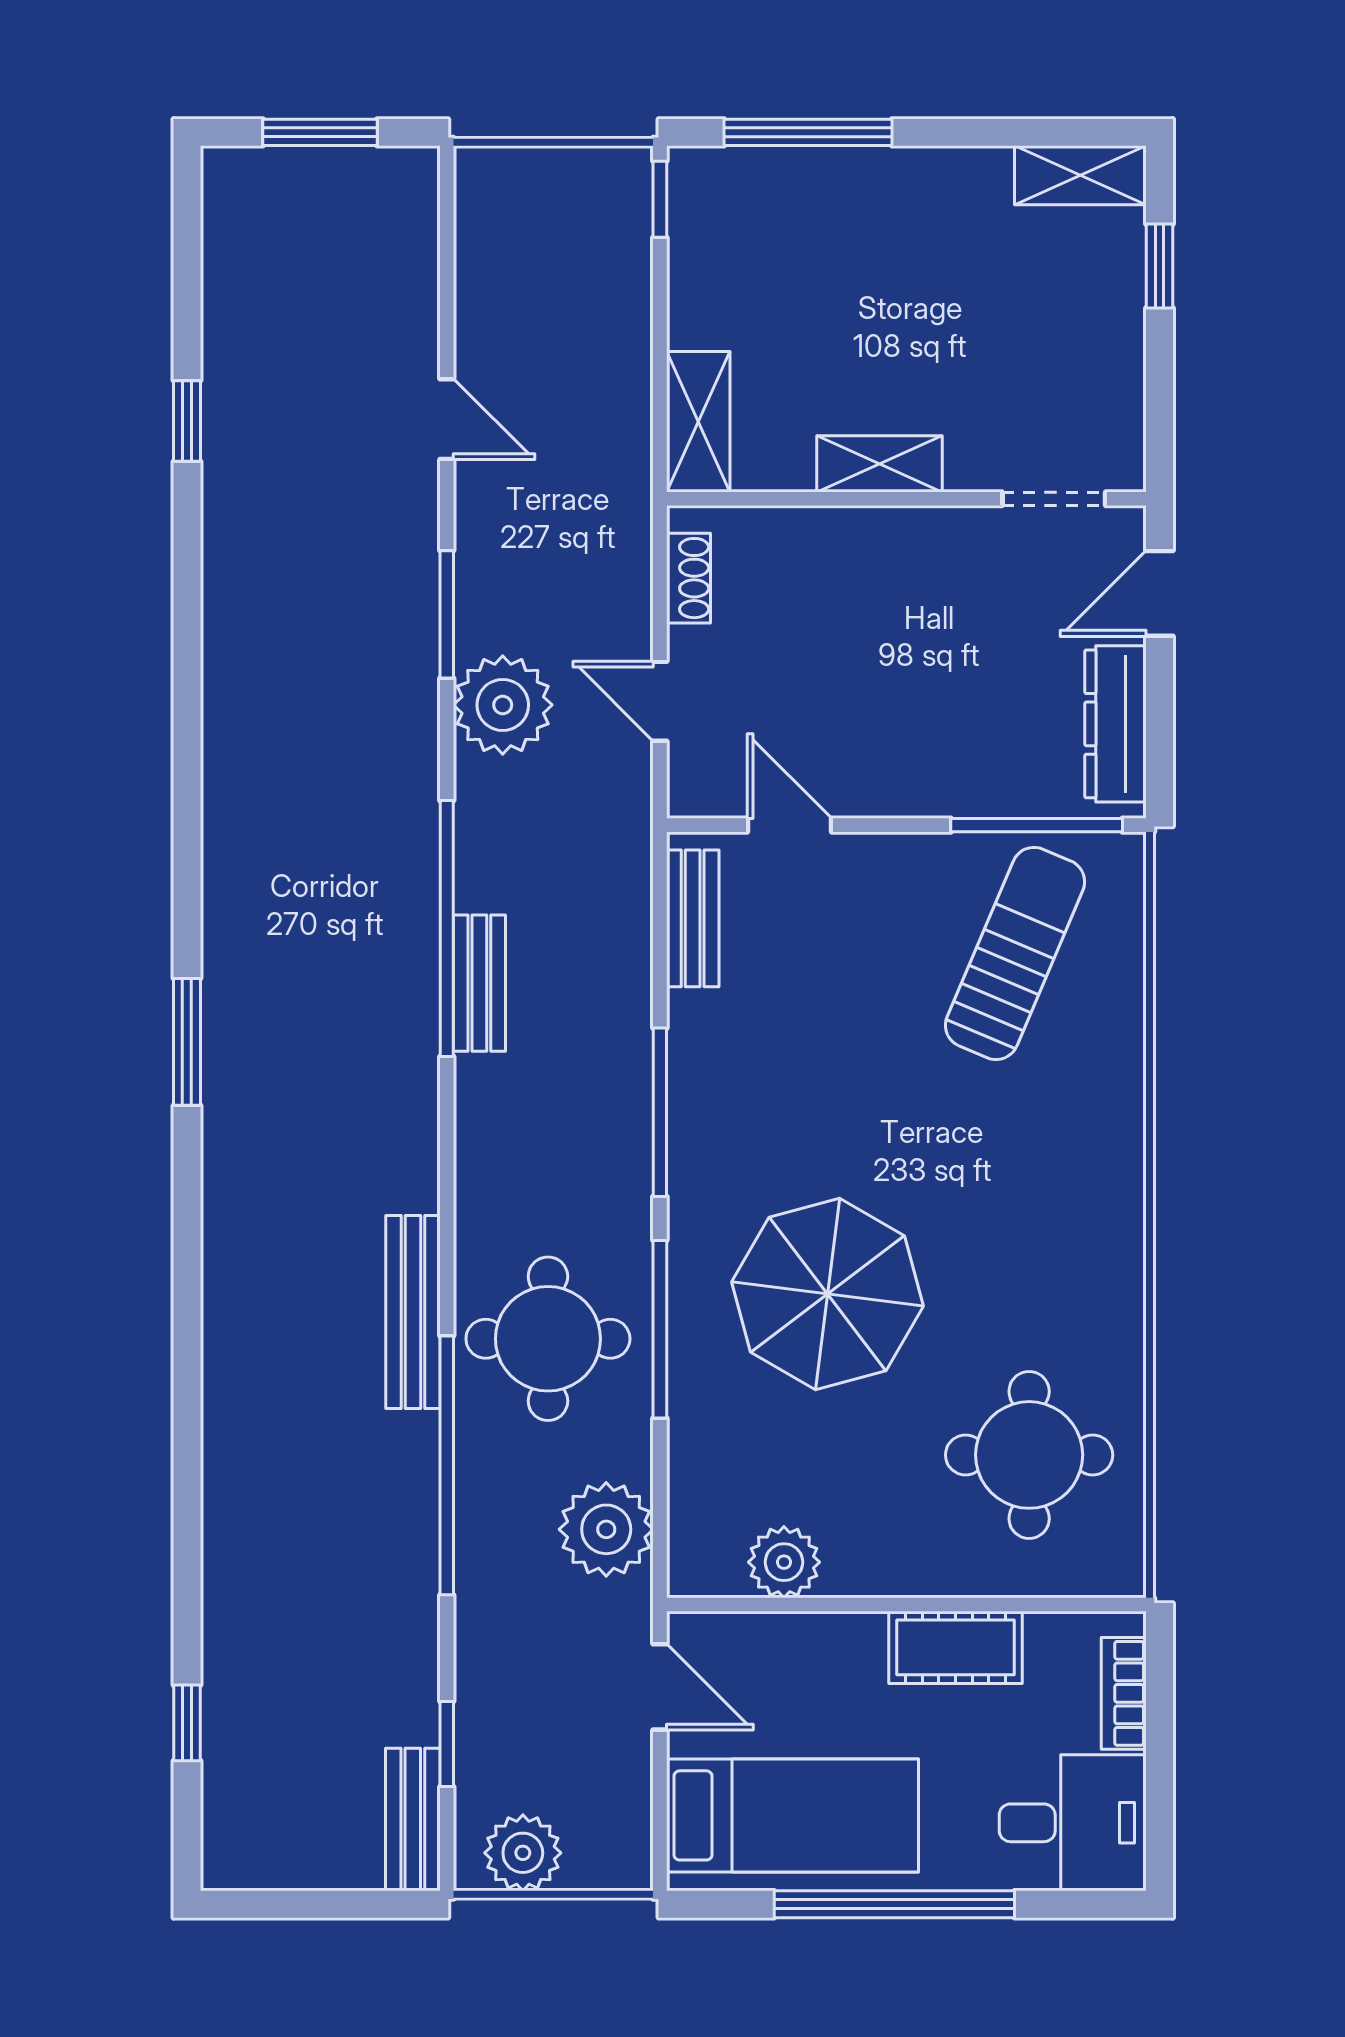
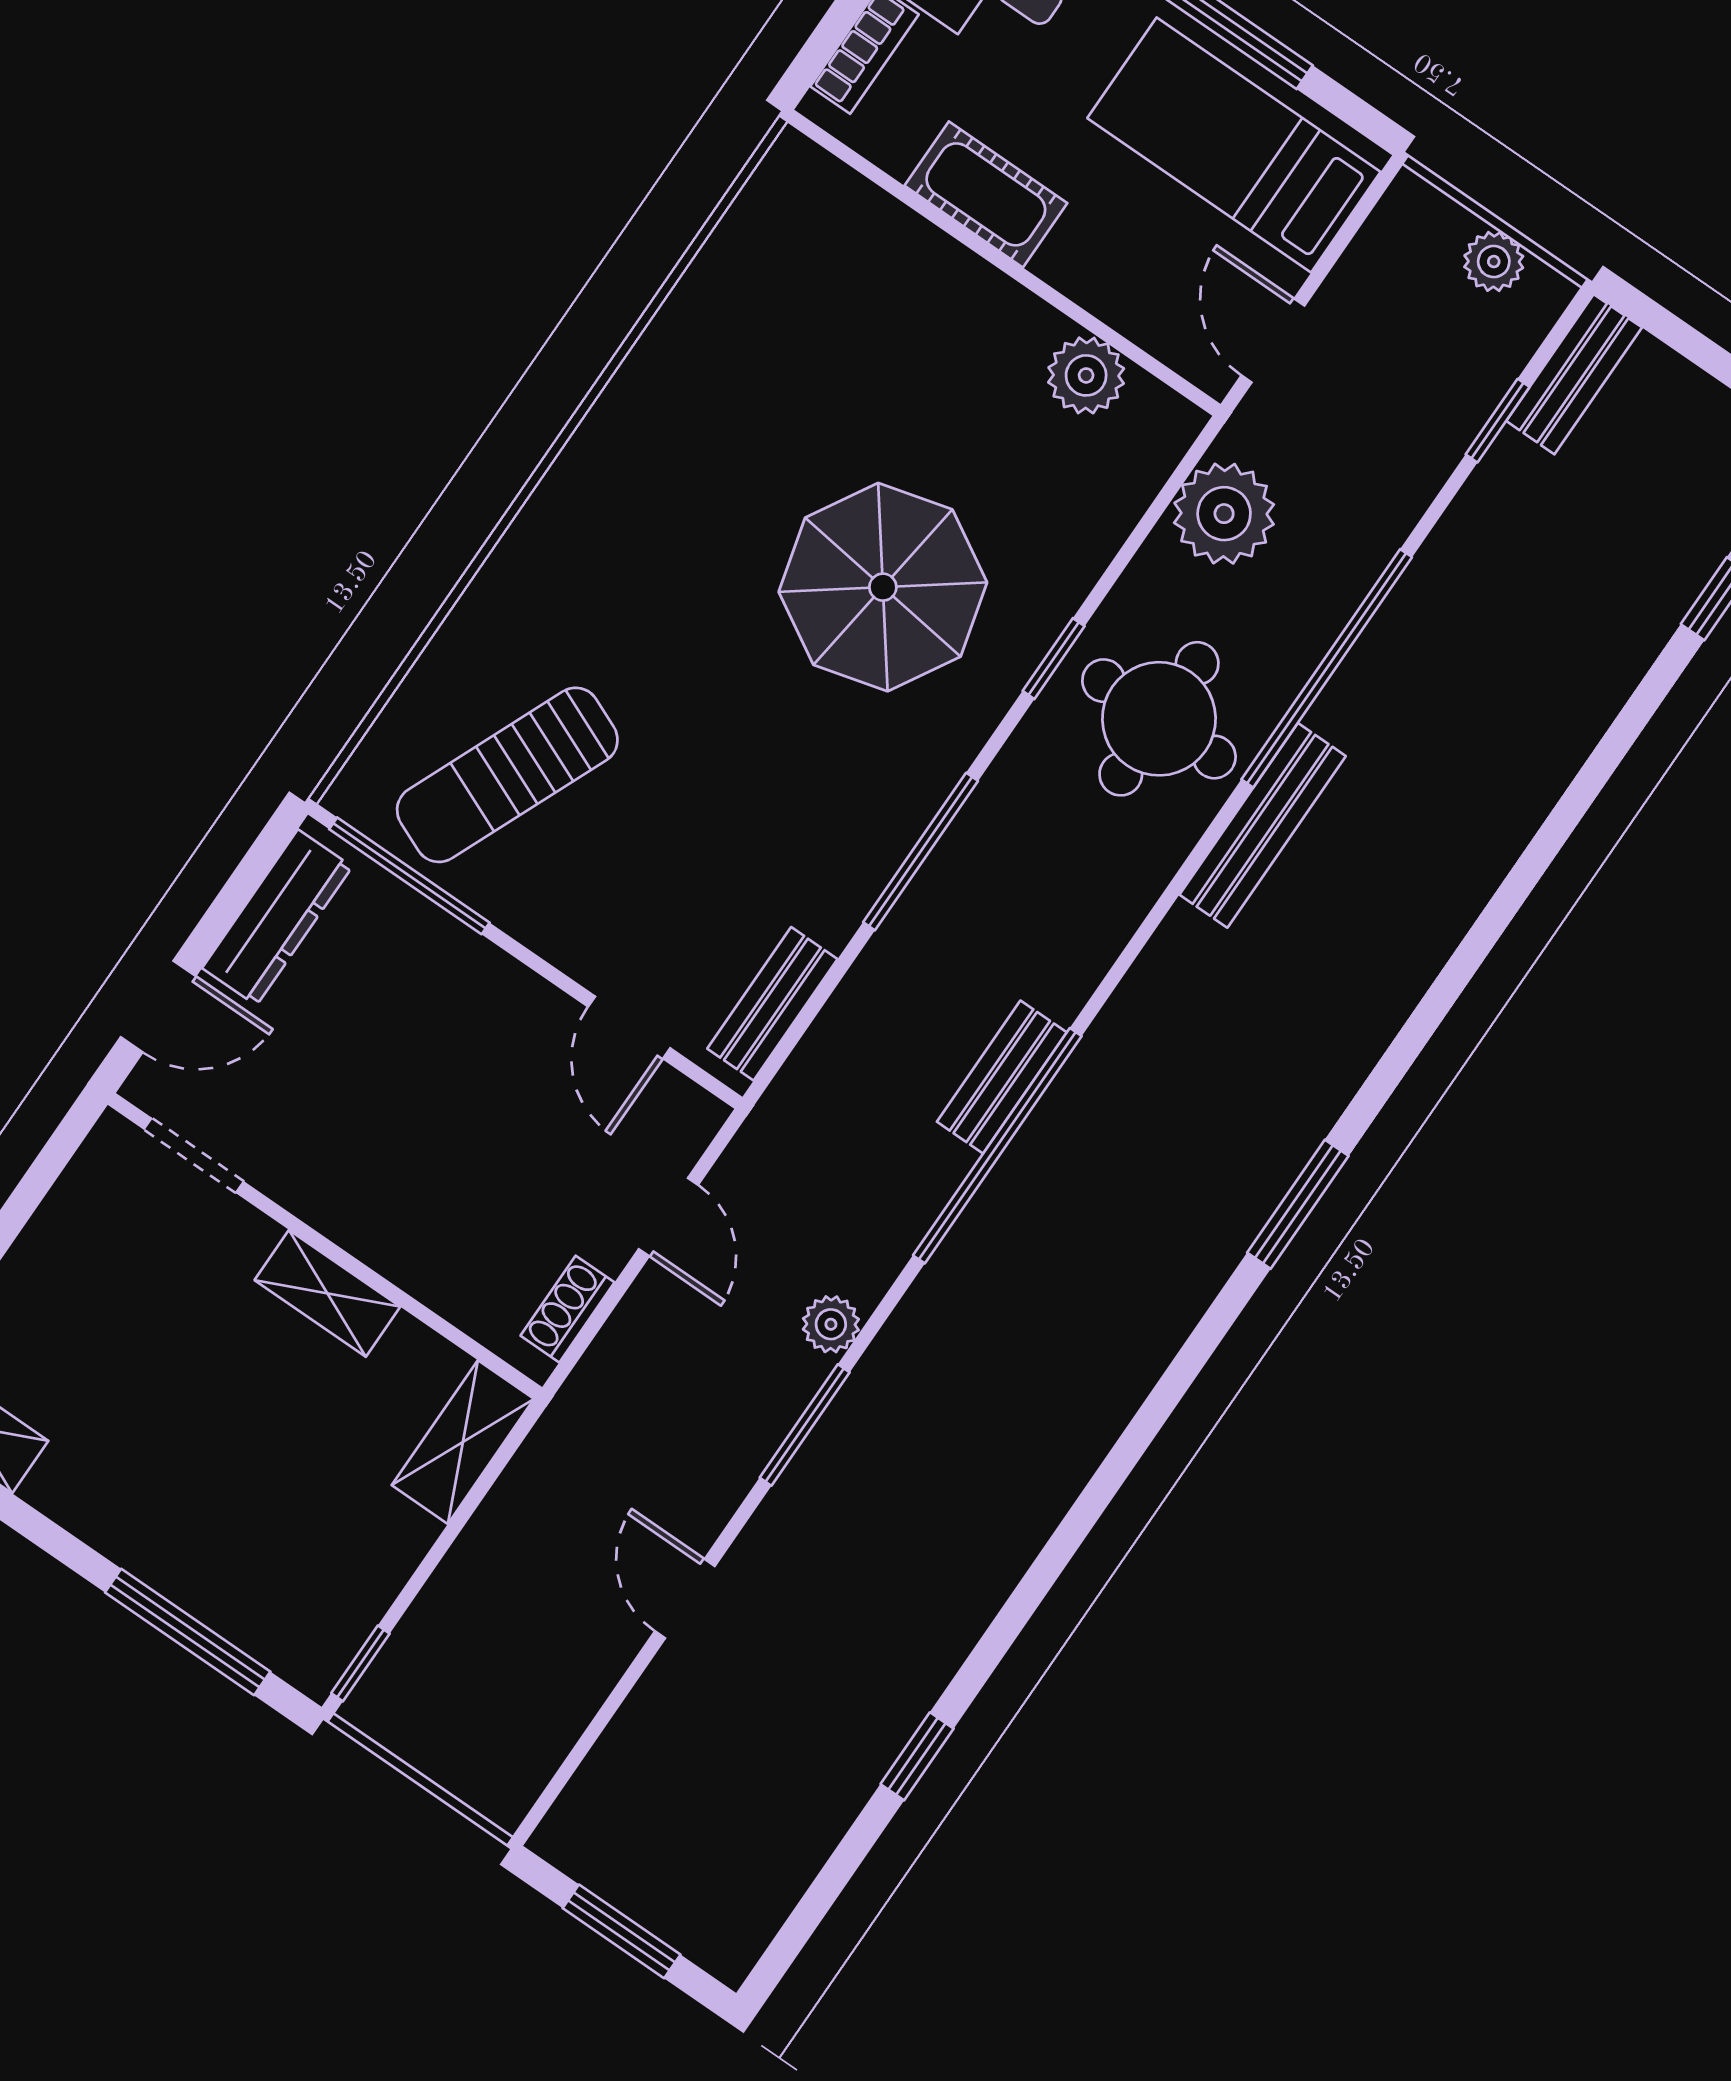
plant: (503, 705) -> (831, 1324), width x0.53, depth x0.53
window: (660, 1329) -> (1054, 659), width x0.46
round table: (1029, 1455) -> (802, 320), removed
plant: (523, 1853) -> (1494, 262), width x0.73, depth x0.73

